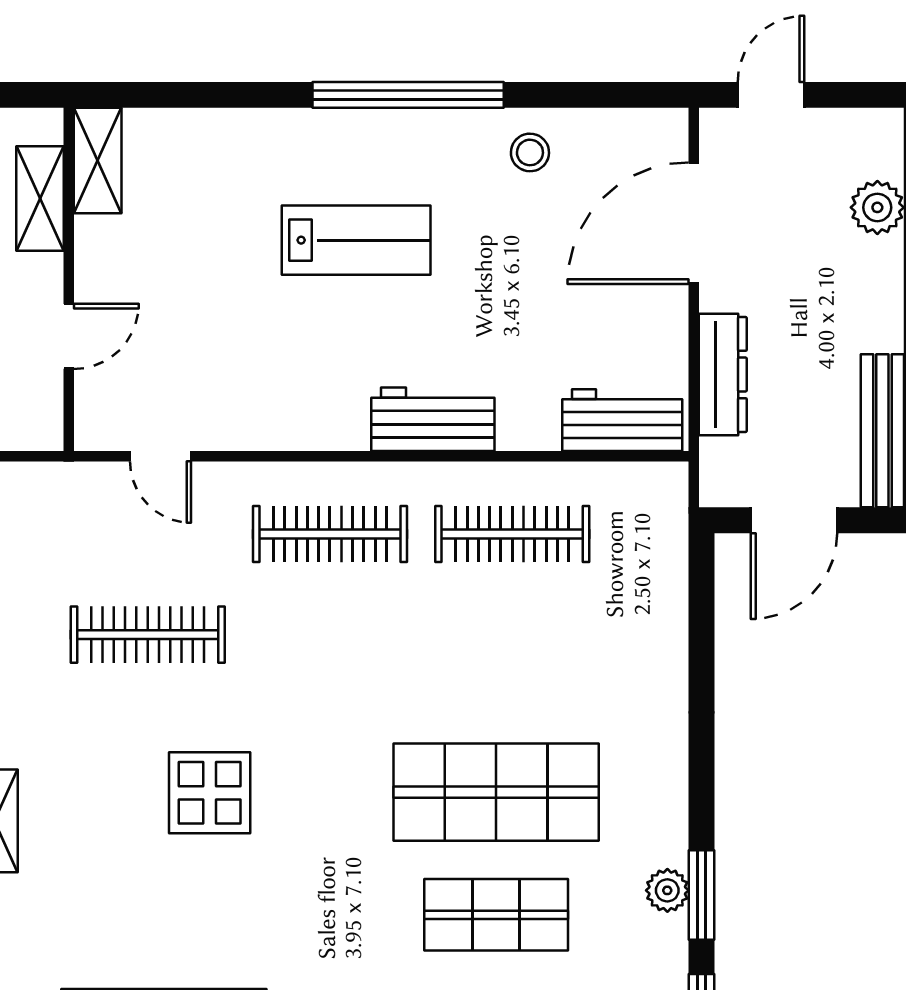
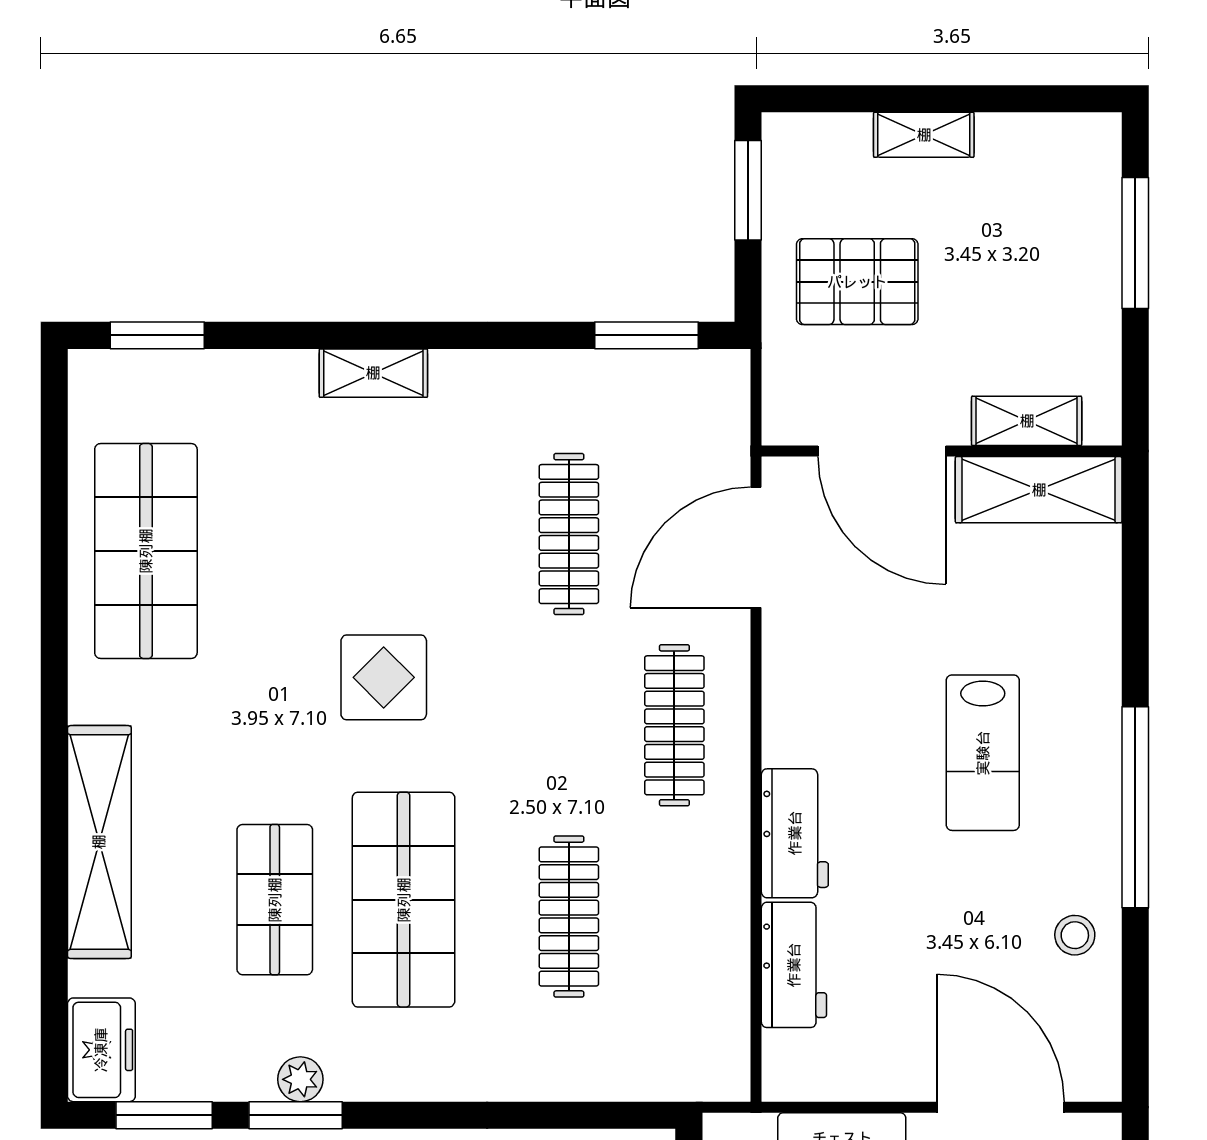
shelving: (98, 161) -> (1039, 490), width x1.50, depth x1.33
door: (69, 336) -> (882, 451), width x1.87
workbench: (622, 420) -> (794, 965), moved
door: (161, 456) -> (756, 547), width x1.88
clothes rail: (512, 534) -> (569, 917), moved
display table: (210, 793) -> (384, 677), moved

